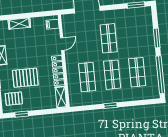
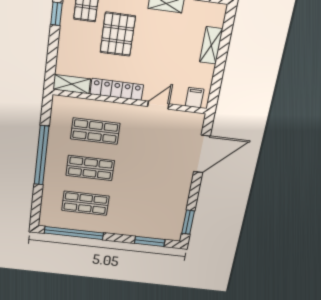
shop shelf: (109, 38) -> (148, 175), removed
window: (157, 38) -> (150, 241), moved
door: (62, 44) -> (158, 105), swing flipped
window: (111, 106) -> (42, 156), width x3.17

